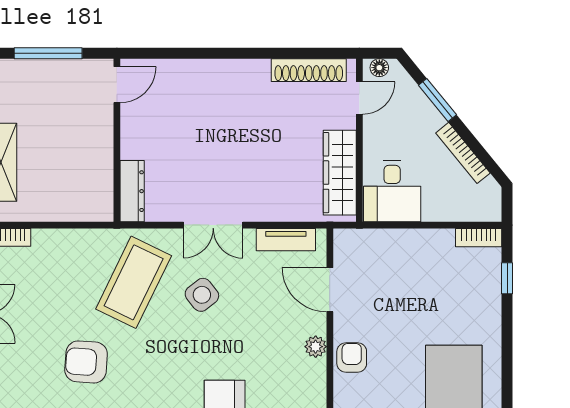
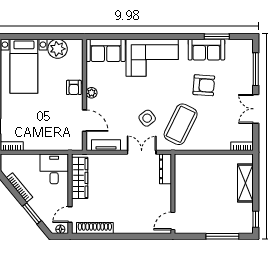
door: (117, 85) -> (173, 221), moved
wall: (117, 140) -> (173, 194), moved
dresser: (132, 191) -> (165, 169), moved

